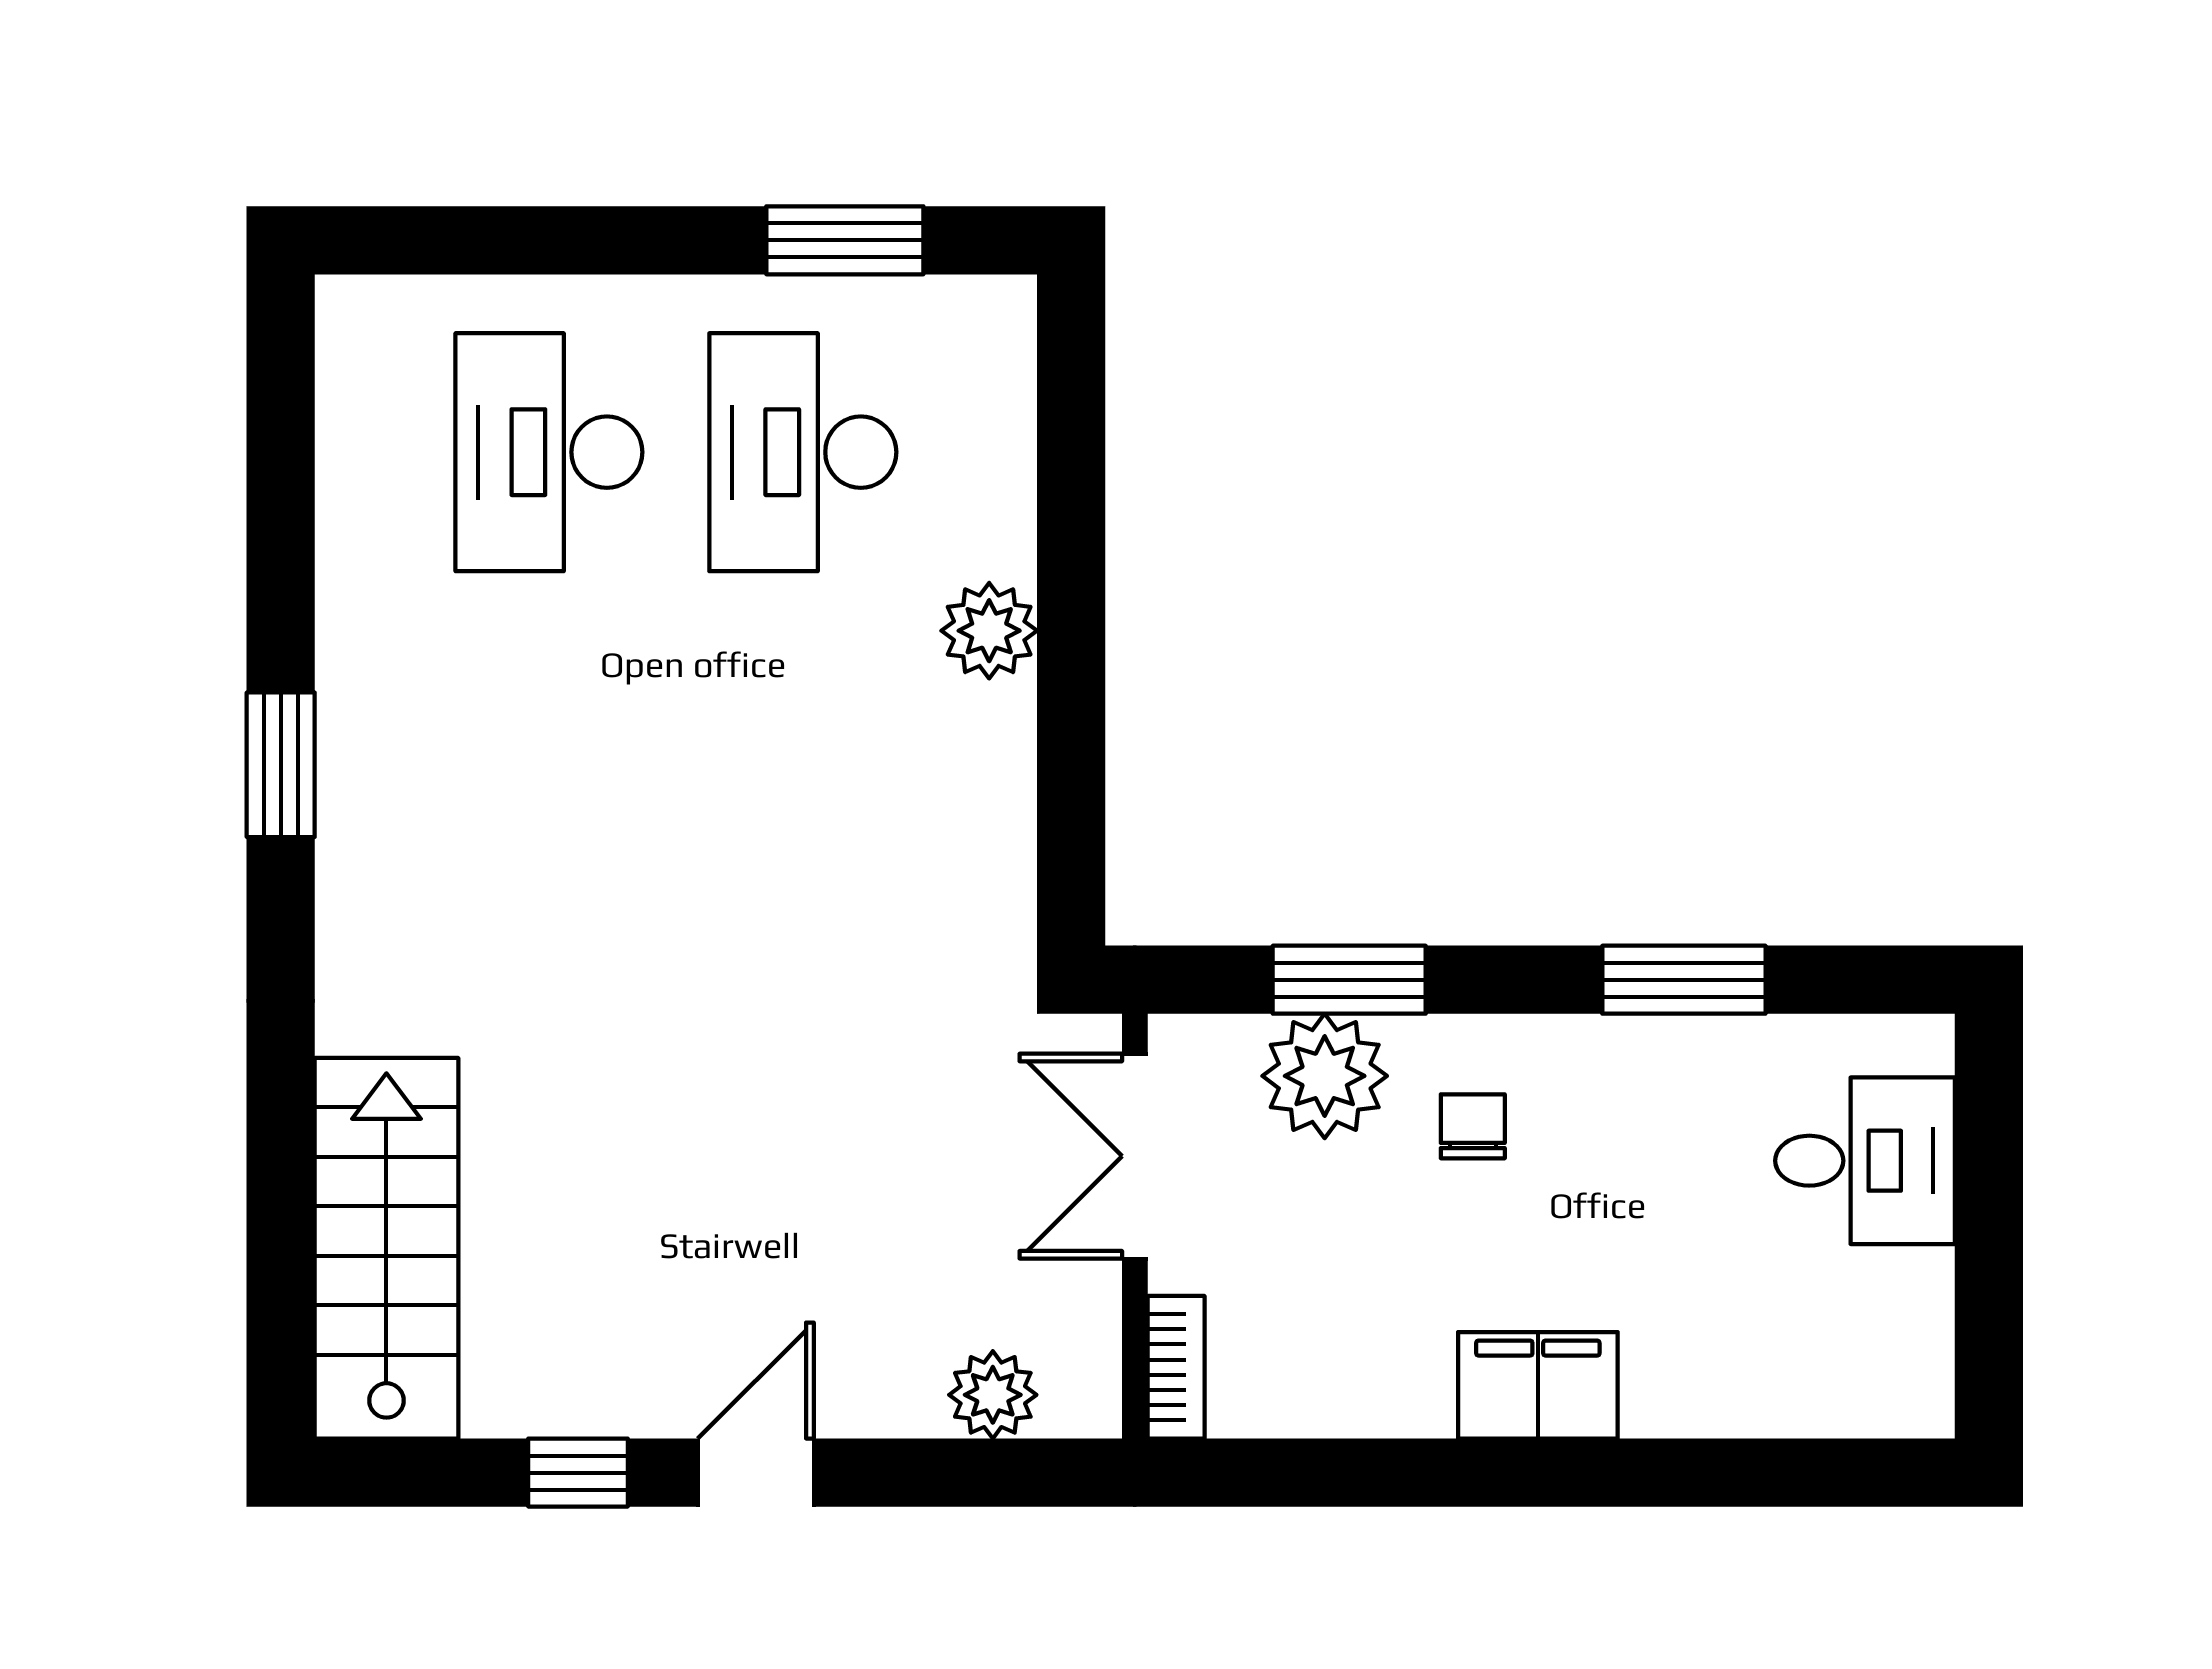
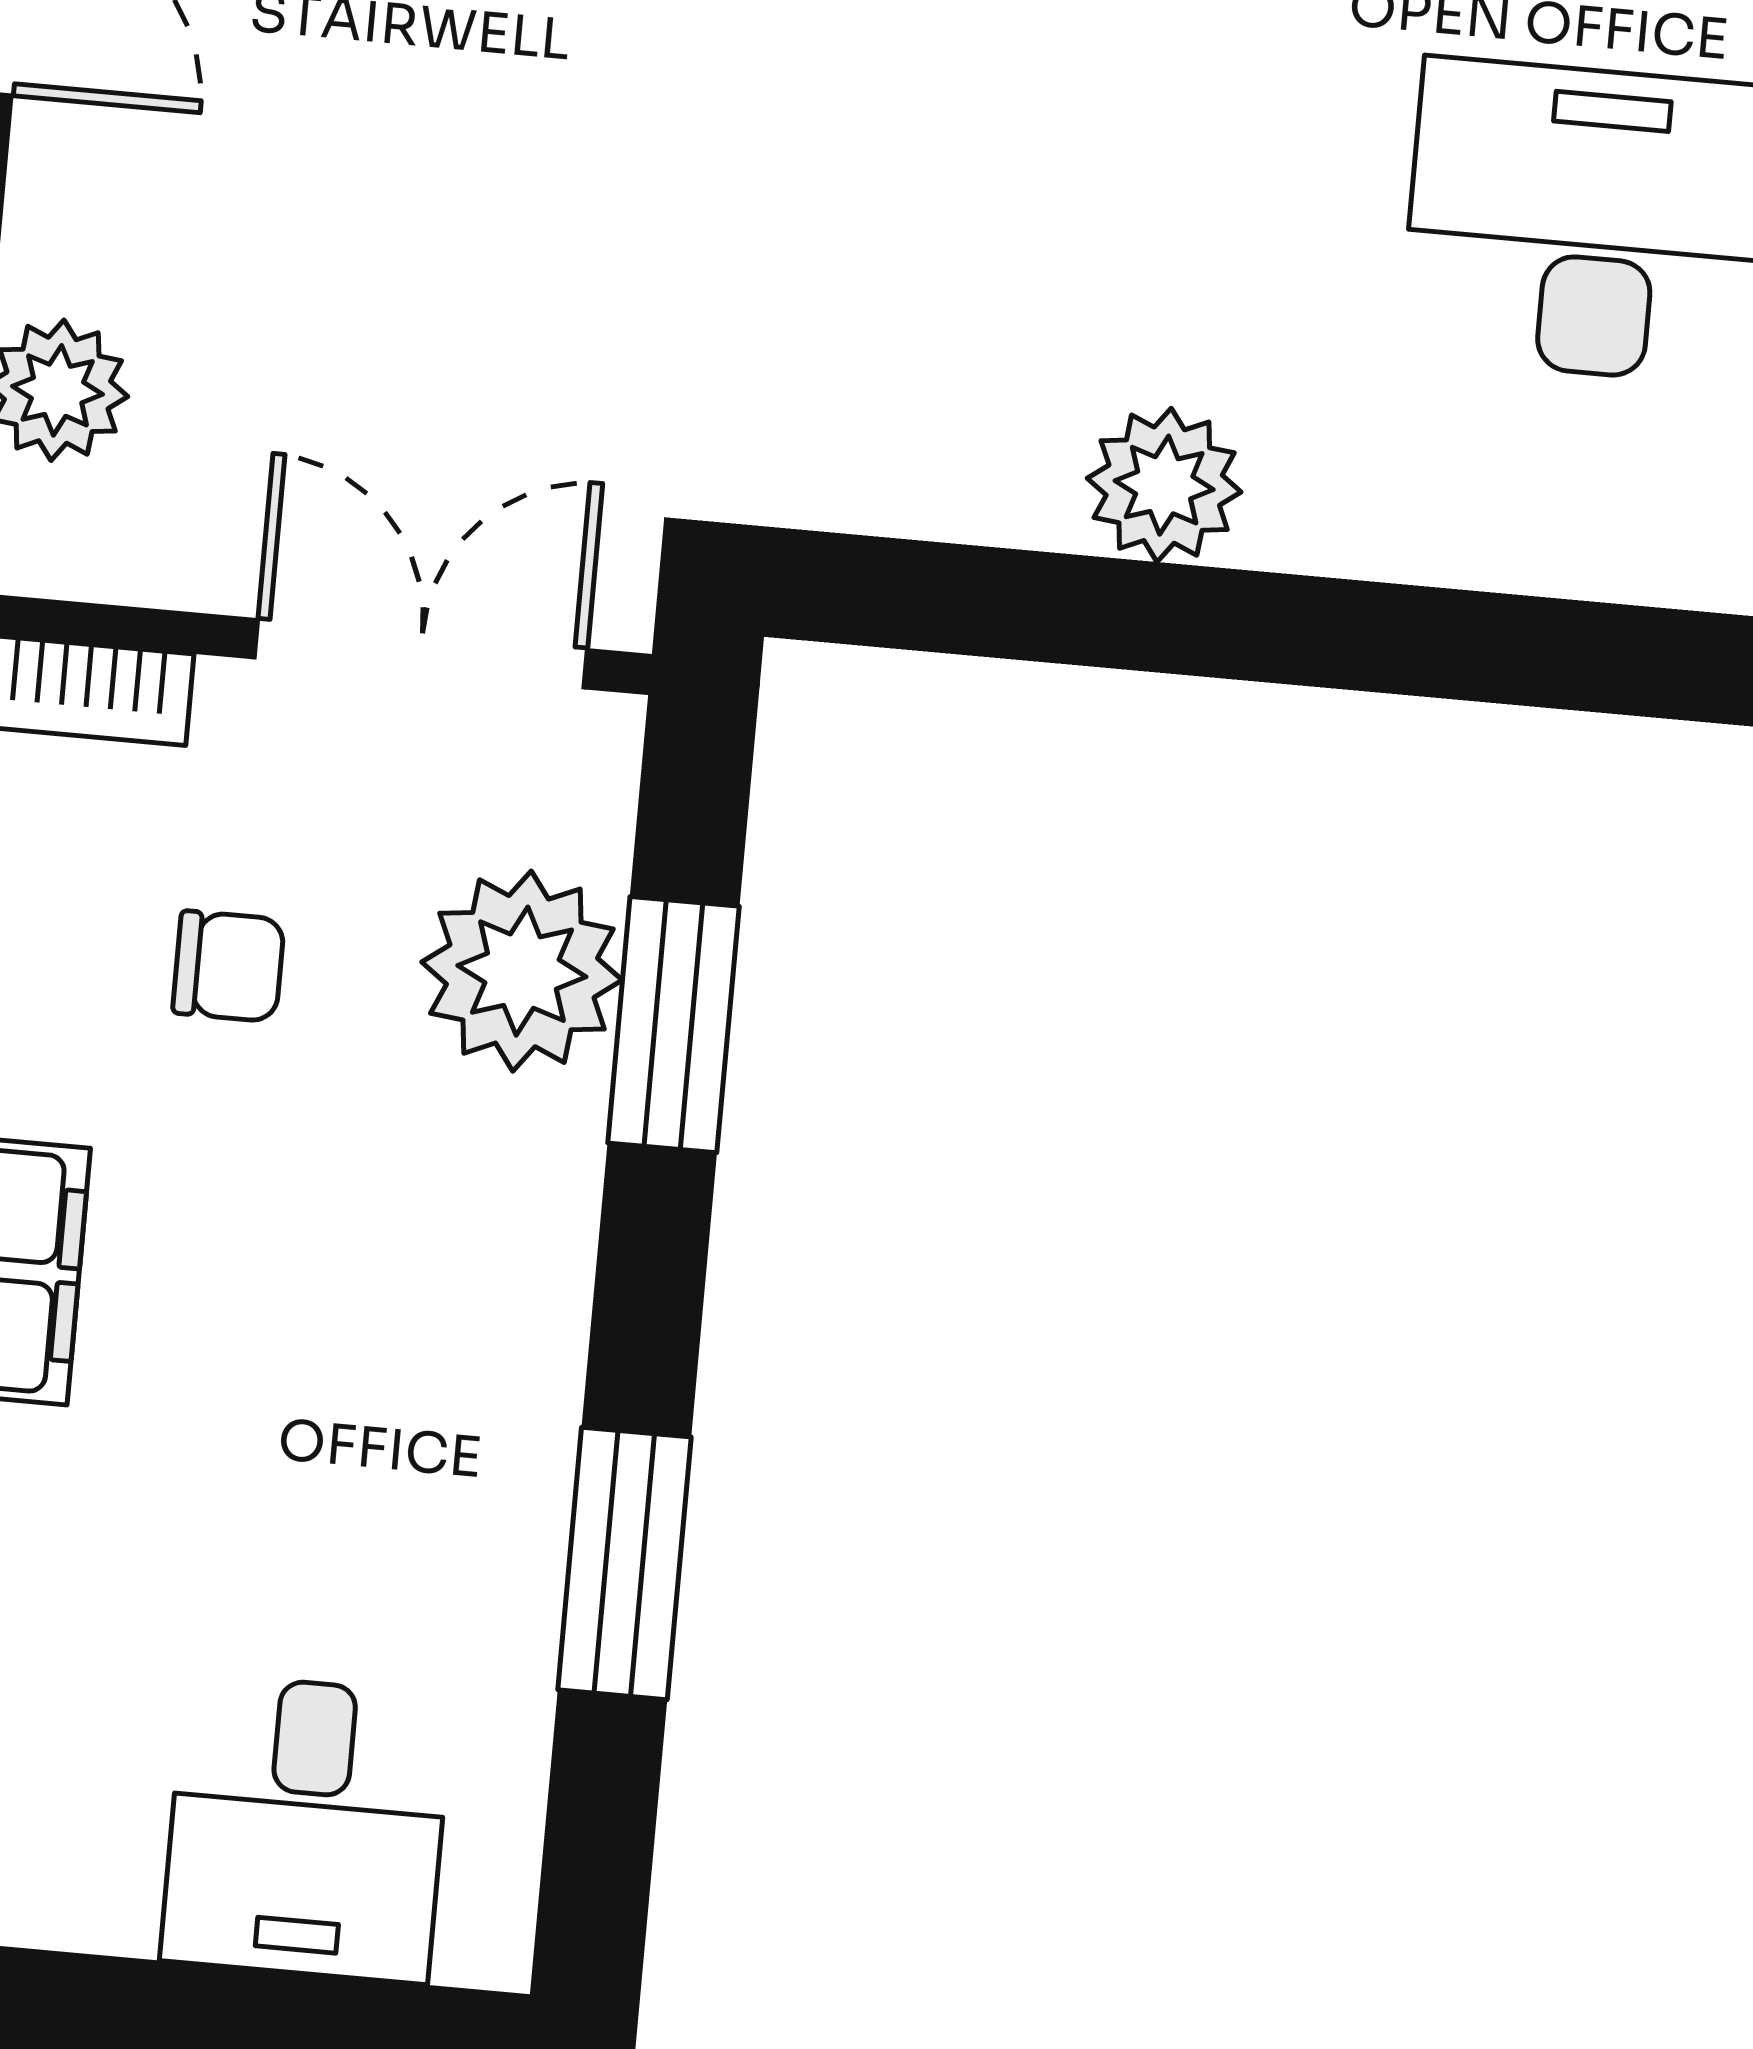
plant: (989, 631) -> (1164, 485), moved
chair: (1473, 1126) -> (229, 966), moved

